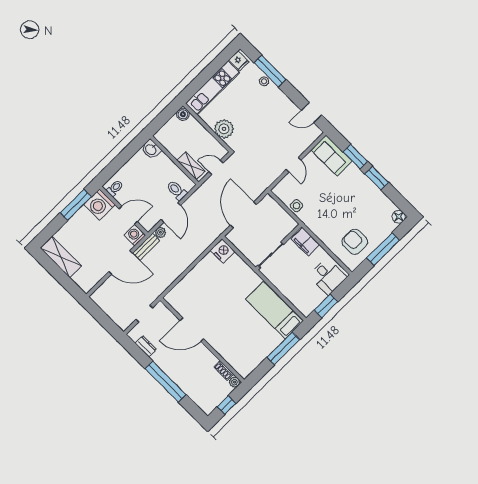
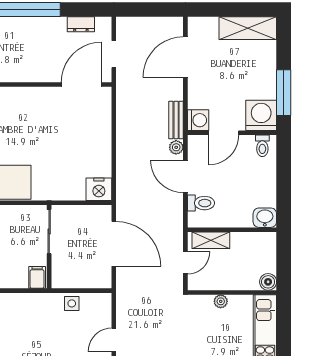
plant: (224, 129) -> (221, 301), width x0.53, depth x0.53
door: (294, 165) -> (114, 340), hinge flipped
filing cabinet: (305, 242) -> (37, 277), width x0.50
door: (121, 262) -> (185, 57), moved
door: (192, 330) -> (81, 84), moved

